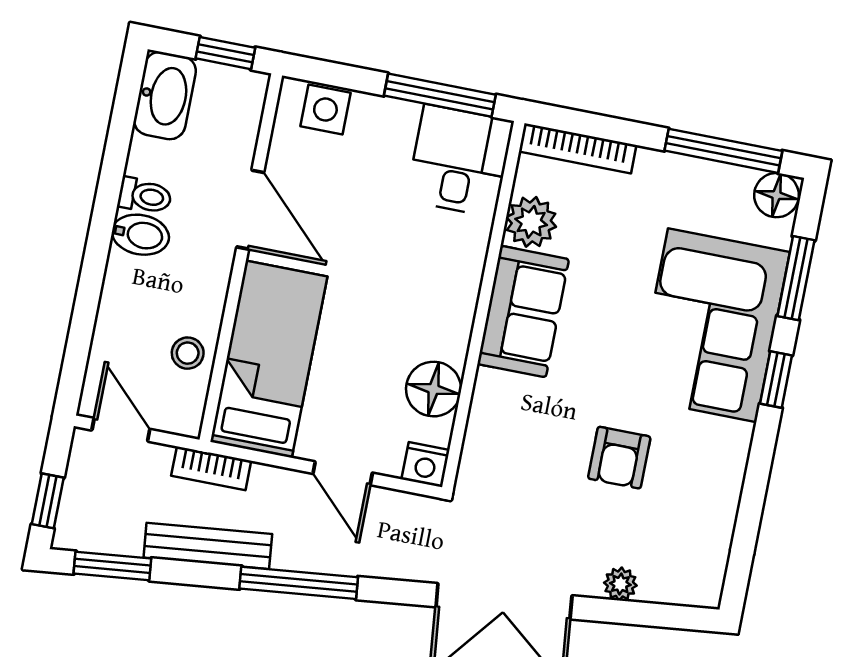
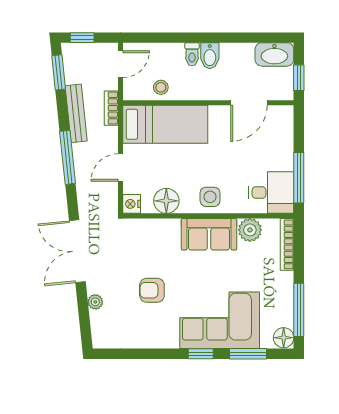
side table: (325, 110) -> (210, 197), moved
toilet: (145, 196) -> (192, 54), moved
door: (250, 210) -> (249, 103), moved

